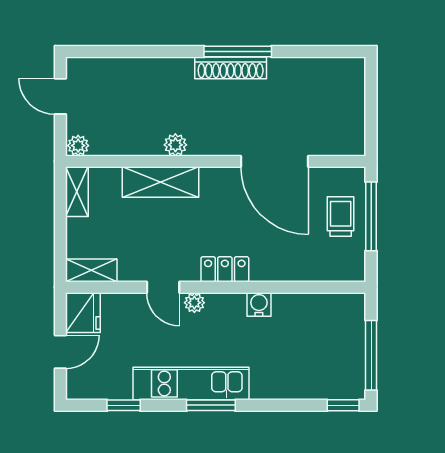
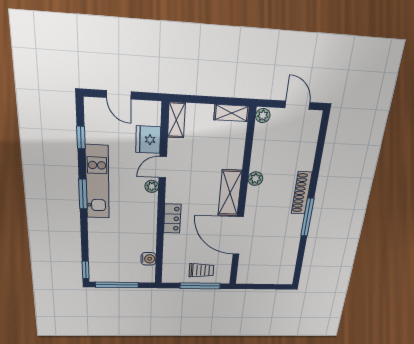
shoe rack: (231, 68) -> (302, 193), moved
door: (60, 96) -> (297, 105), hinge flipped
door: (275, 161) -> (238, 236), hinge flipped
shelving: (161, 182) -> (230, 193), moved
locker: (225, 269) -> (172, 219), moved
water cooler: (259, 304) -> (149, 259), moved
fridge: (83, 313) -> (148, 140), moved, turned 90

